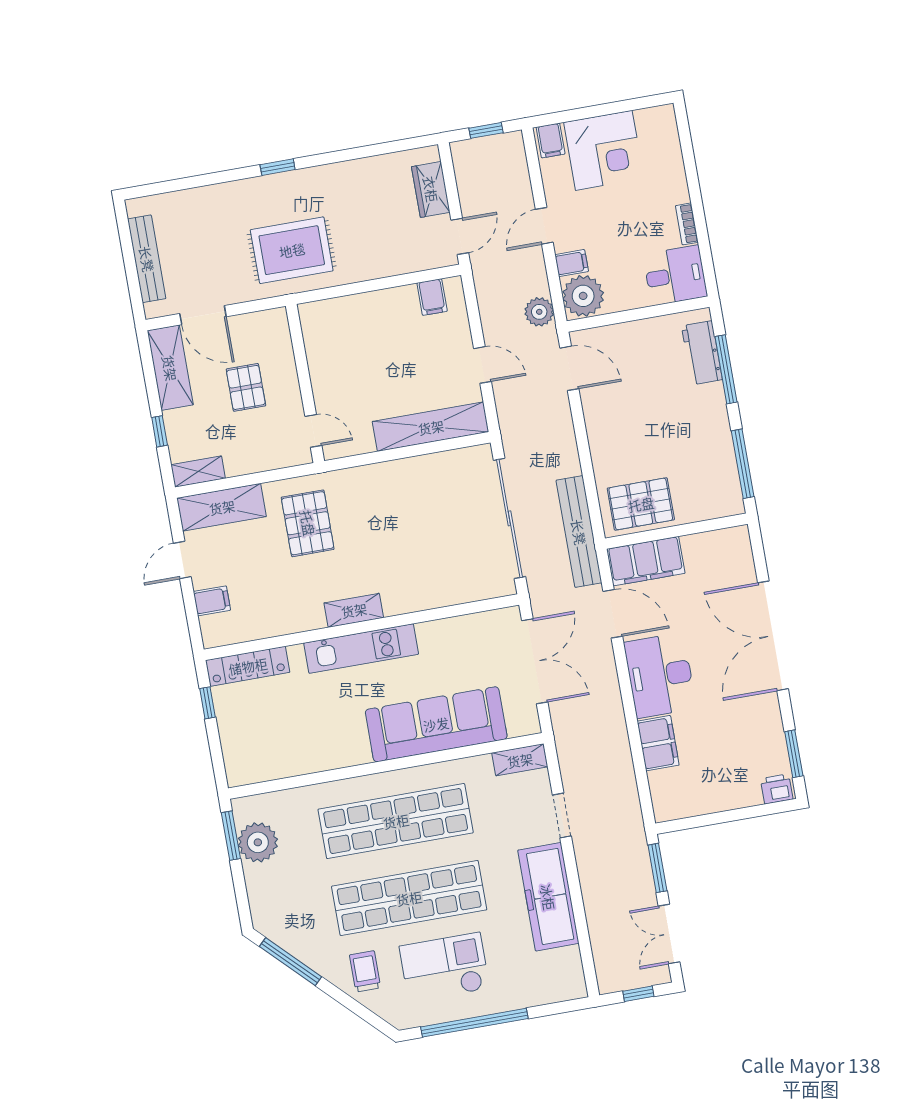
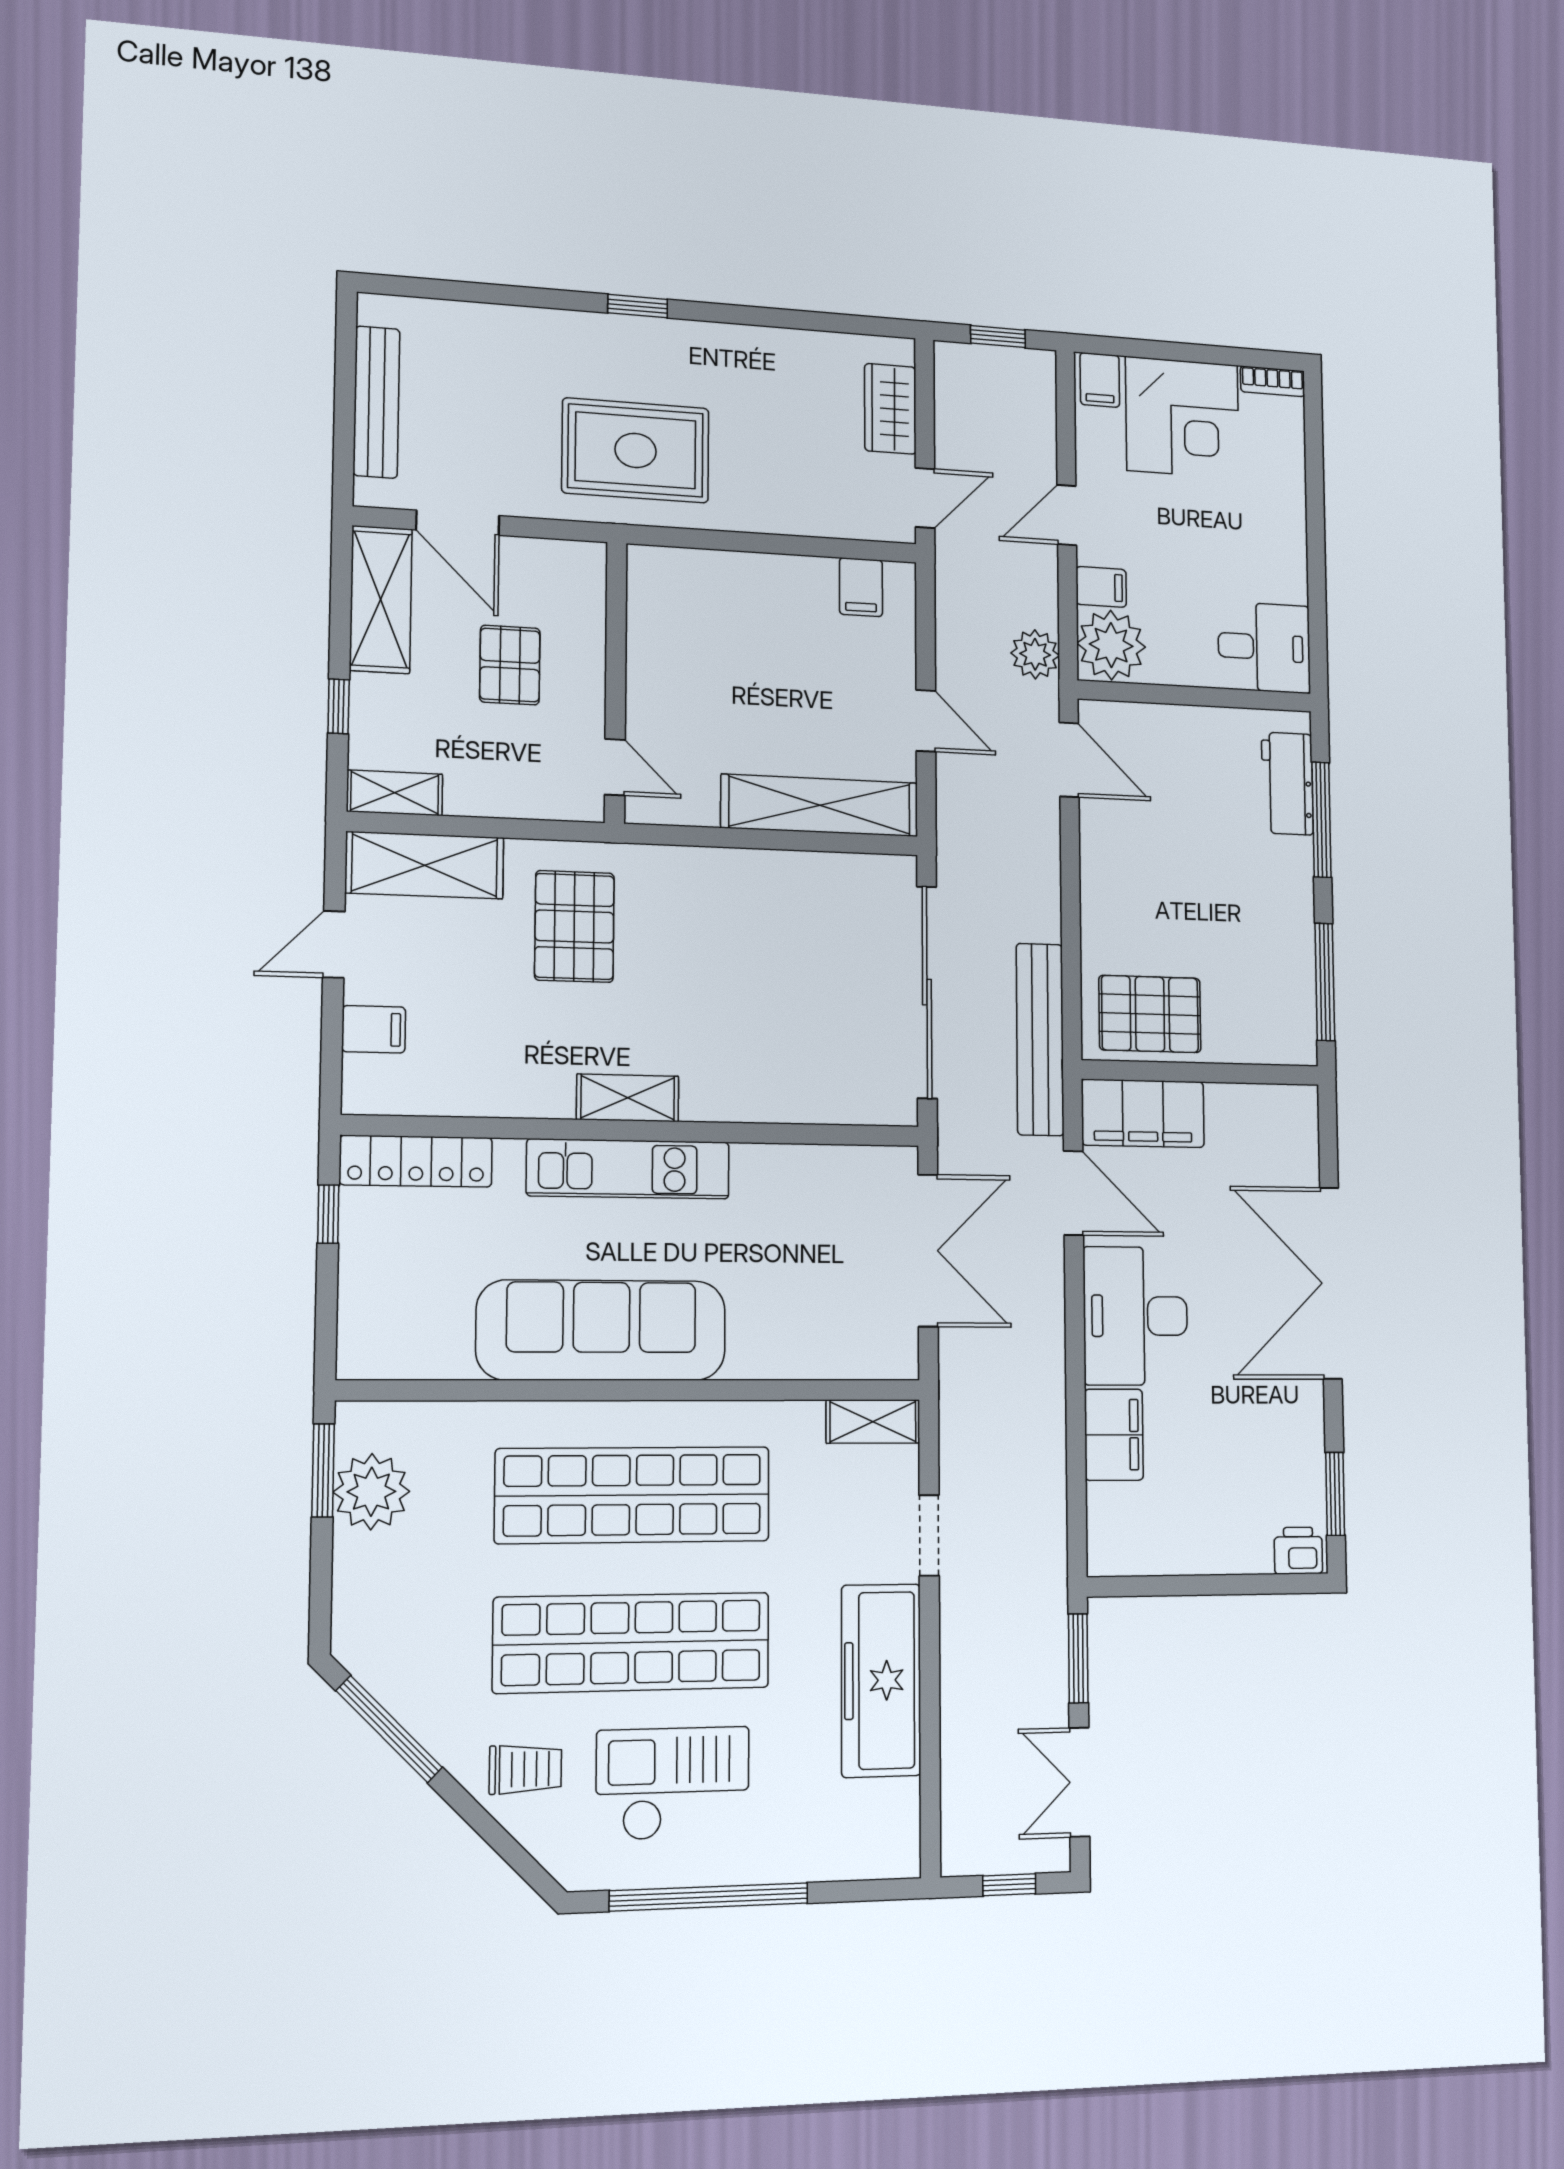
bookcase: (687, 224) -> (1273, 381), moved, turned -90
sofa: (436, 724) -> (601, 1330), moved
trolley: (365, 971) -> (525, 1769), turned 90

